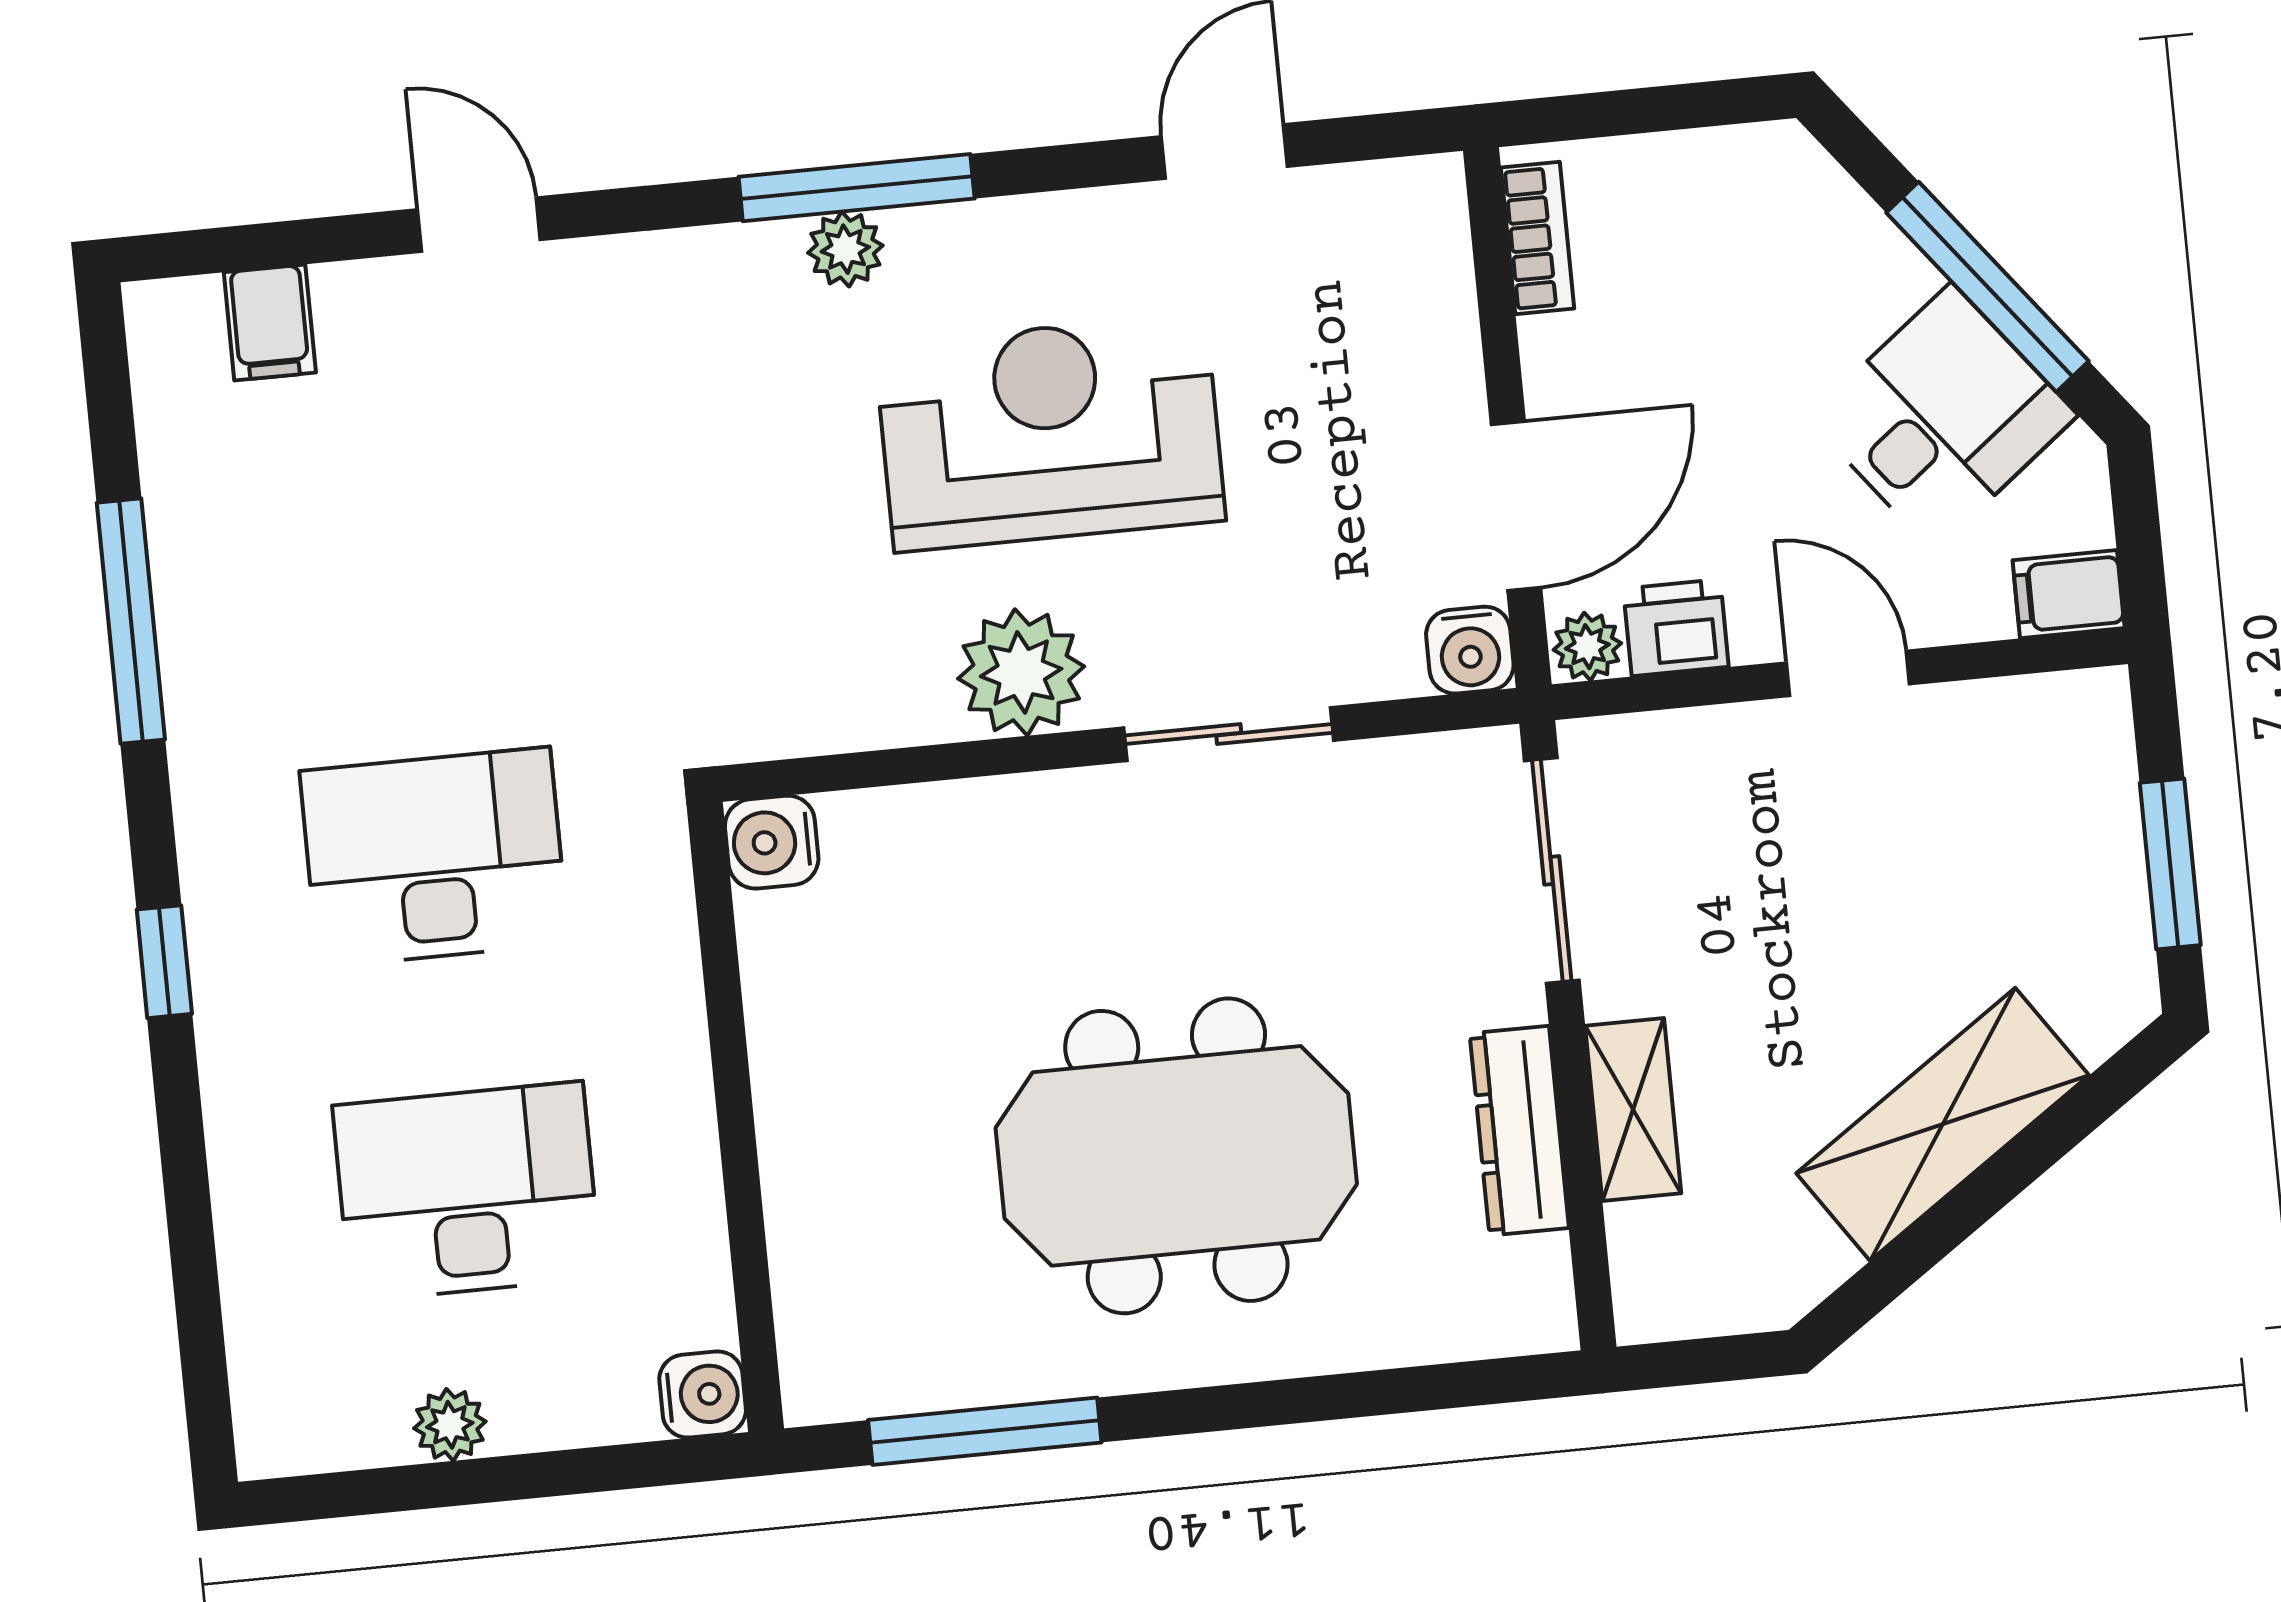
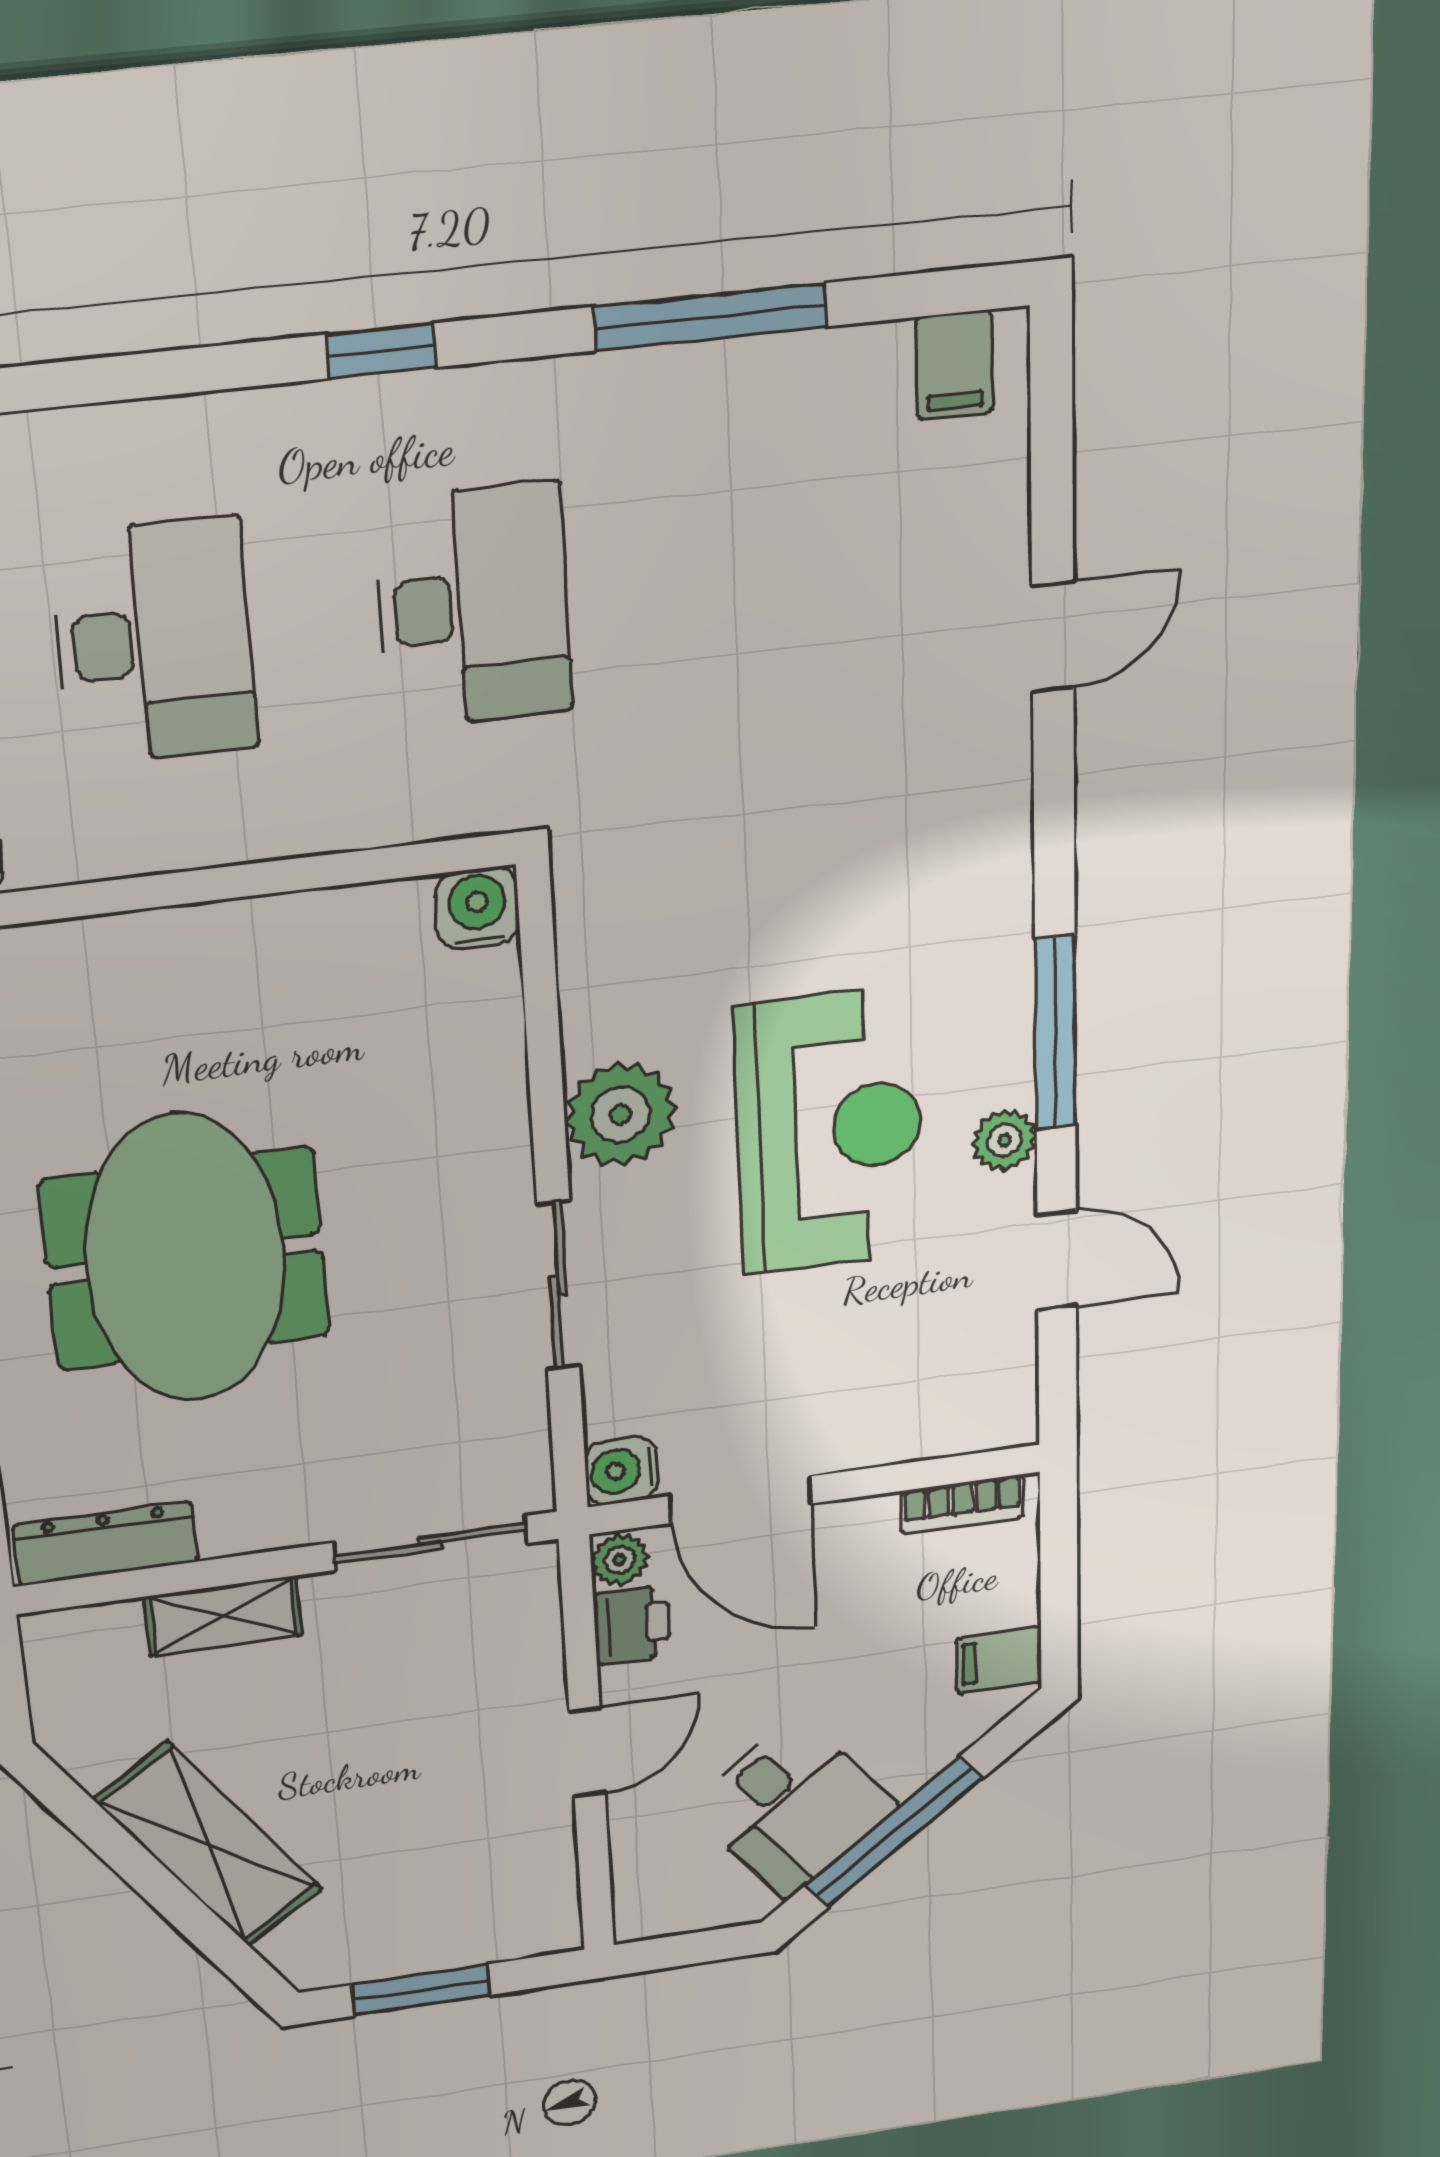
window: (857, 188) -> (1055, 1033), moved
plant: (845, 249) -> (1005, 1140), moved
filing cabinet: (270, 322) -> (954, 365), moved, turned -90
filing cabinet: (2069, 594) -> (999, 1660), moved, turned -90
dresser: (1519, 1131) -> (106, 1544), moved

